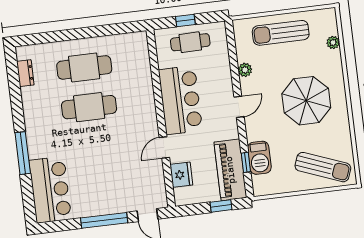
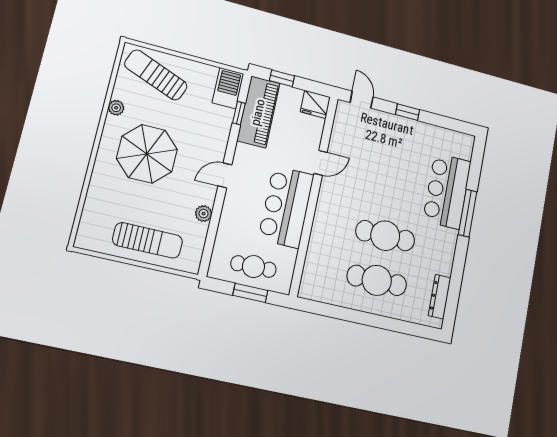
window: (185, 20) -> (250, 293), width x1.50
plant: (333, 42) -> (116, 108), moved
dresser: (25, 73) -> (440, 297), width x1.44
barbecue: (259, 158) -> (228, 88), moved
fridge: (181, 175) -> (315, 104), moved, turned -90
bar counter: (50, 190) -> (447, 191), moved
window: (104, 220) -> (407, 112), width x0.46

